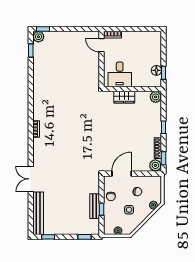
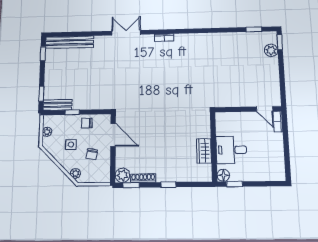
plant: (38, 37) -> (271, 50), moved
door: (101, 45) -> (265, 109), swing flipped
floor lamp: (156, 70) -> (223, 175), moved
desk: (120, 74) -> (231, 150), moved
wardrobe: (124, 97) -> (204, 151), moved
plant: (156, 97) -> (205, 175), removed
double door: (31, 179) -> (126, 33), moved
bench: (95, 206) -> (58, 105), moved

